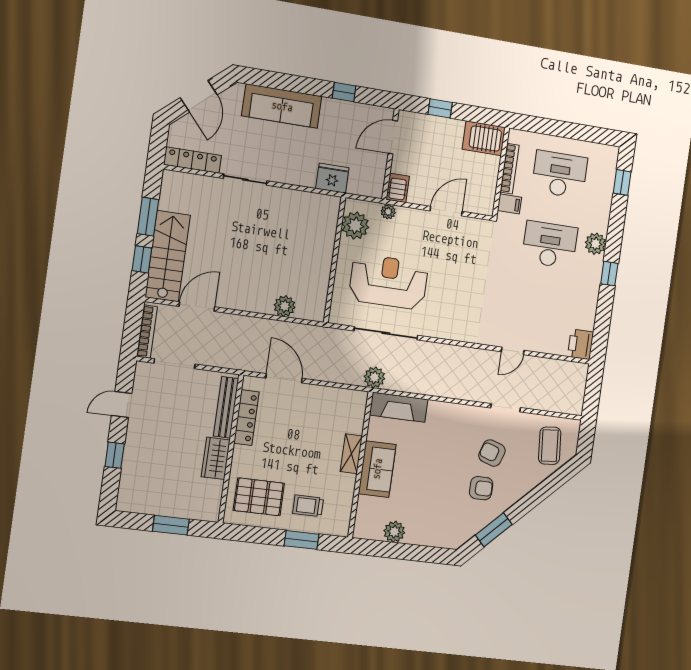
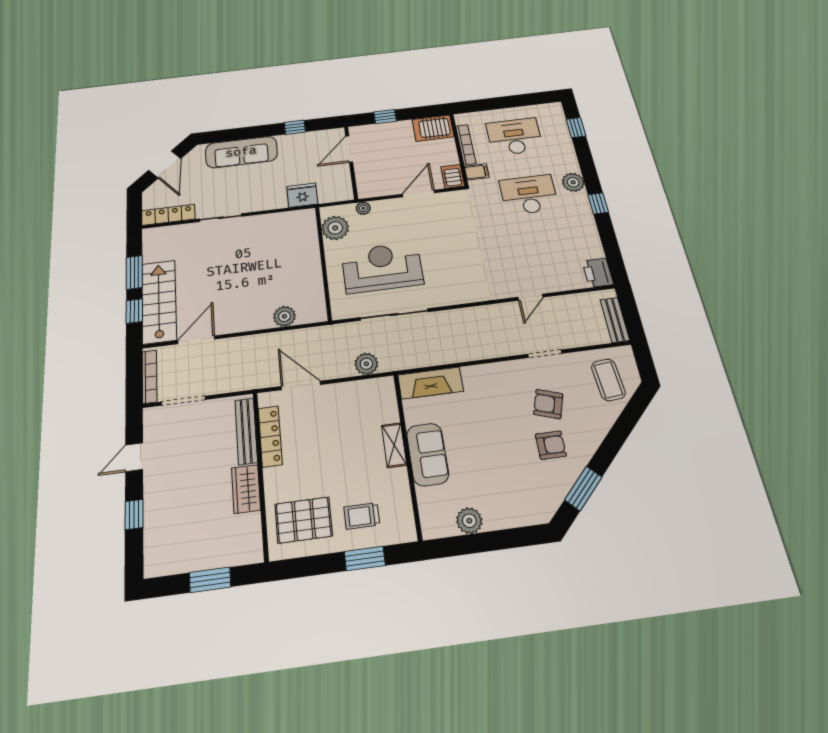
server rack: (398, 188) -> (453, 176), moved
plant: (374, 377) -> (366, 364), moved
bench: (577, 393) -> (615, 320), added

